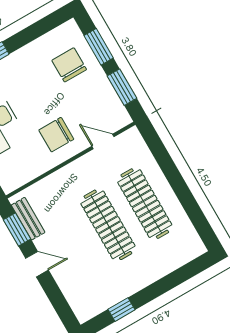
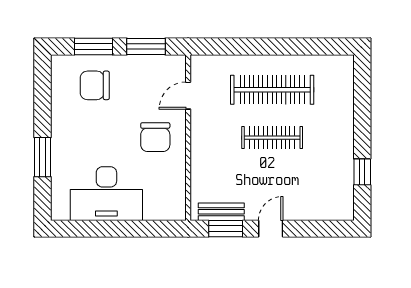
clothes rail: (108, 225) -> (272, 138), width x0.73, depth x0.76

